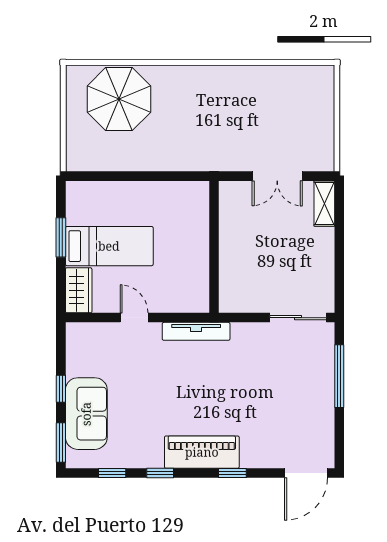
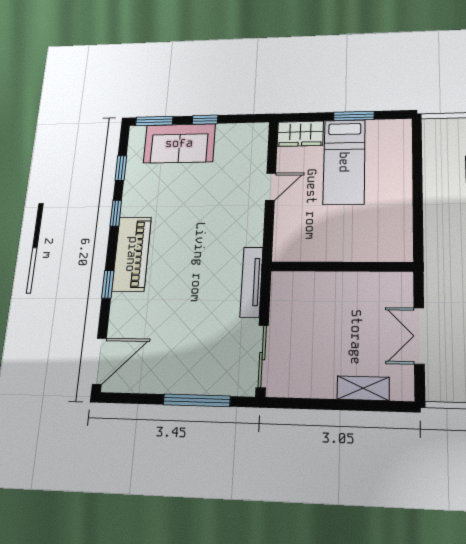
shelving: (324, 204) -> (363, 388), moved
tv unit: (196, 331) -> (252, 282), moved
door: (306, 473) -> (99, 361), swing flipped

